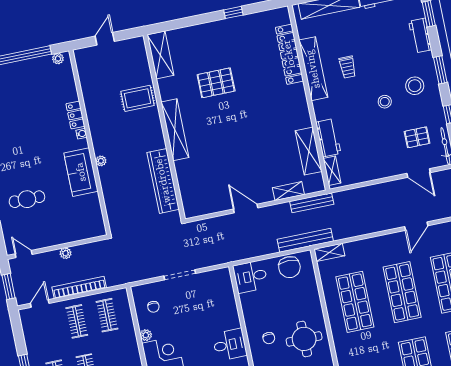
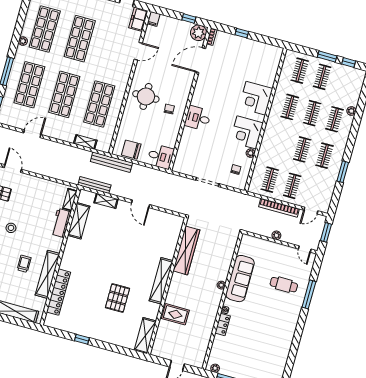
pallet: (216, 83) -> (118, 298), turned 90
sofa: (81, 172) -> (240, 279), width x1.36
shelving: (329, 252) -> (85, 142), moved
chair: (289, 267) -> (131, 150), turned -90

